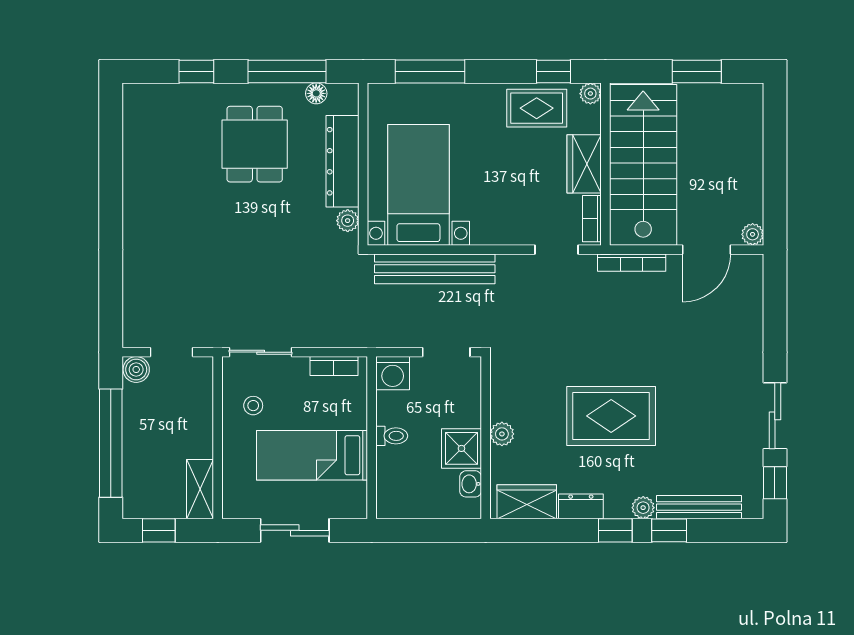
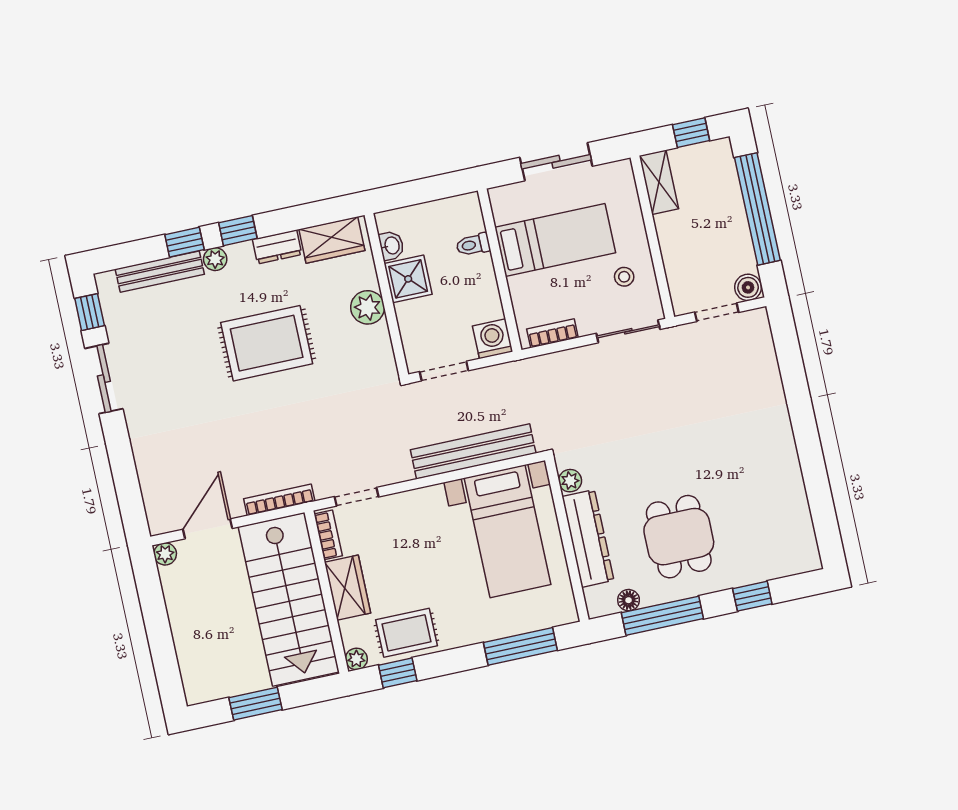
plant: (502, 434) -> (368, 307), width x1.38, depth x1.38
toilet: (392, 436) -> (473, 245), moved

